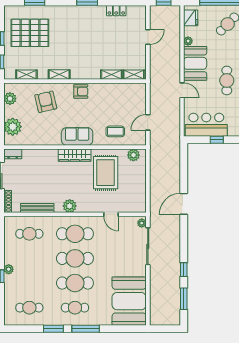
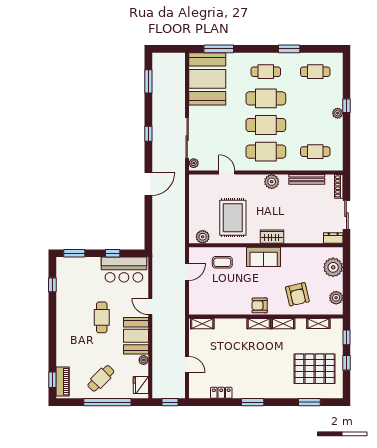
door: (148, 37) -> (187, 364), swing flipped
shelving: (111, 75) -> (259, 324), moved
wardrobe: (75, 155) -> (272, 237), width x0.67
window: (184, 270) -> (148, 134), moved
window: (86, 329) -> (219, 49), moved

